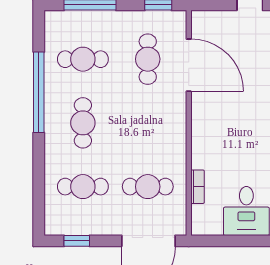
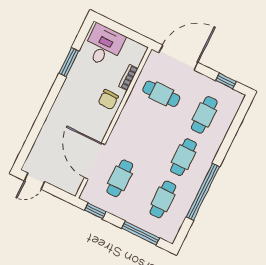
cafe table: (83, 59) -> (163, 199), turned 90
chair: (209, 148) -> (108, 99), added
cafe table: (83, 187) -> (204, 115), turned 90

